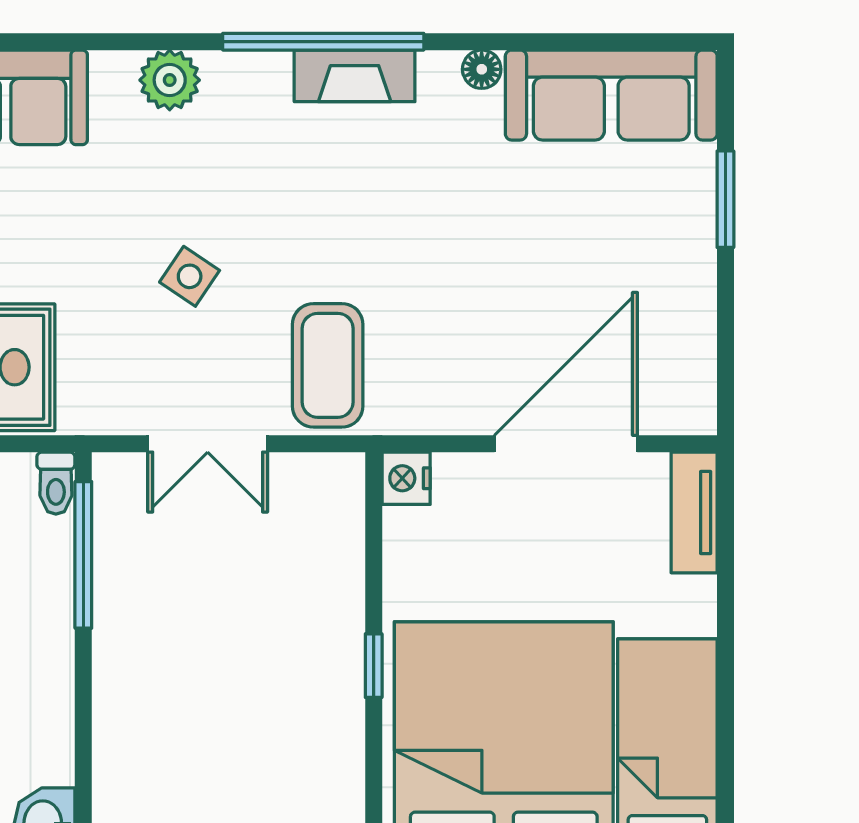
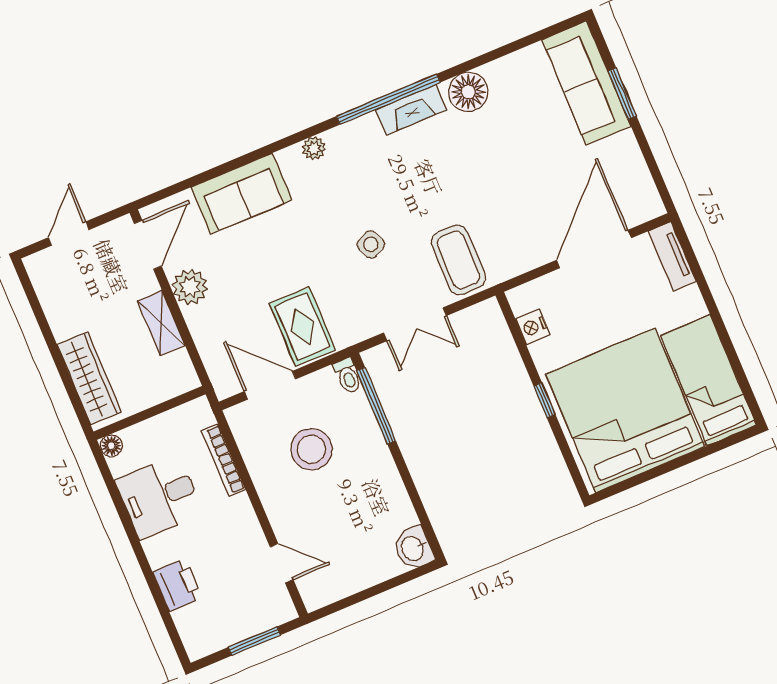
floor lamp: (482, 69) -> (468, 92), width x1.89, depth x1.89
plant: (170, 80) -> (314, 148), width x0.73, depth x0.73
sofa: (611, 95) -> (586, 83), moved, turned 90
side table: (190, 276) -> (371, 244), turned 31
nightstand: (406, 478) -> (533, 327), moved

